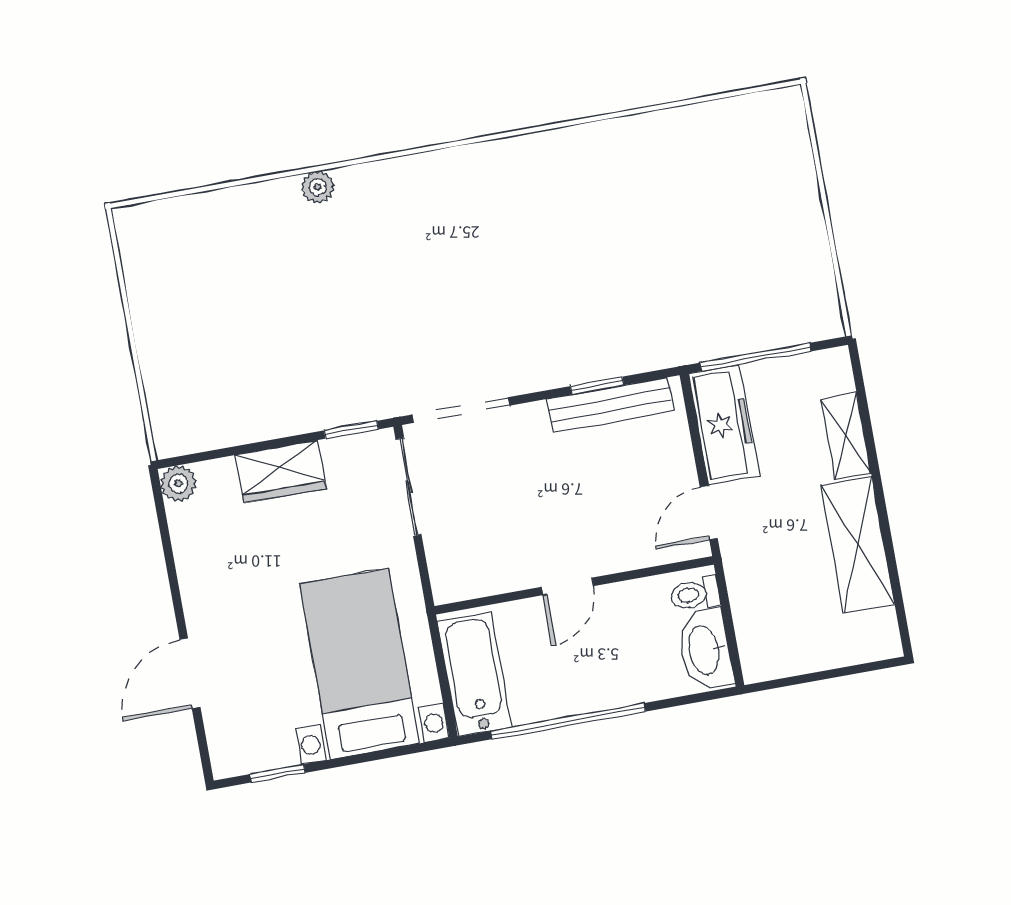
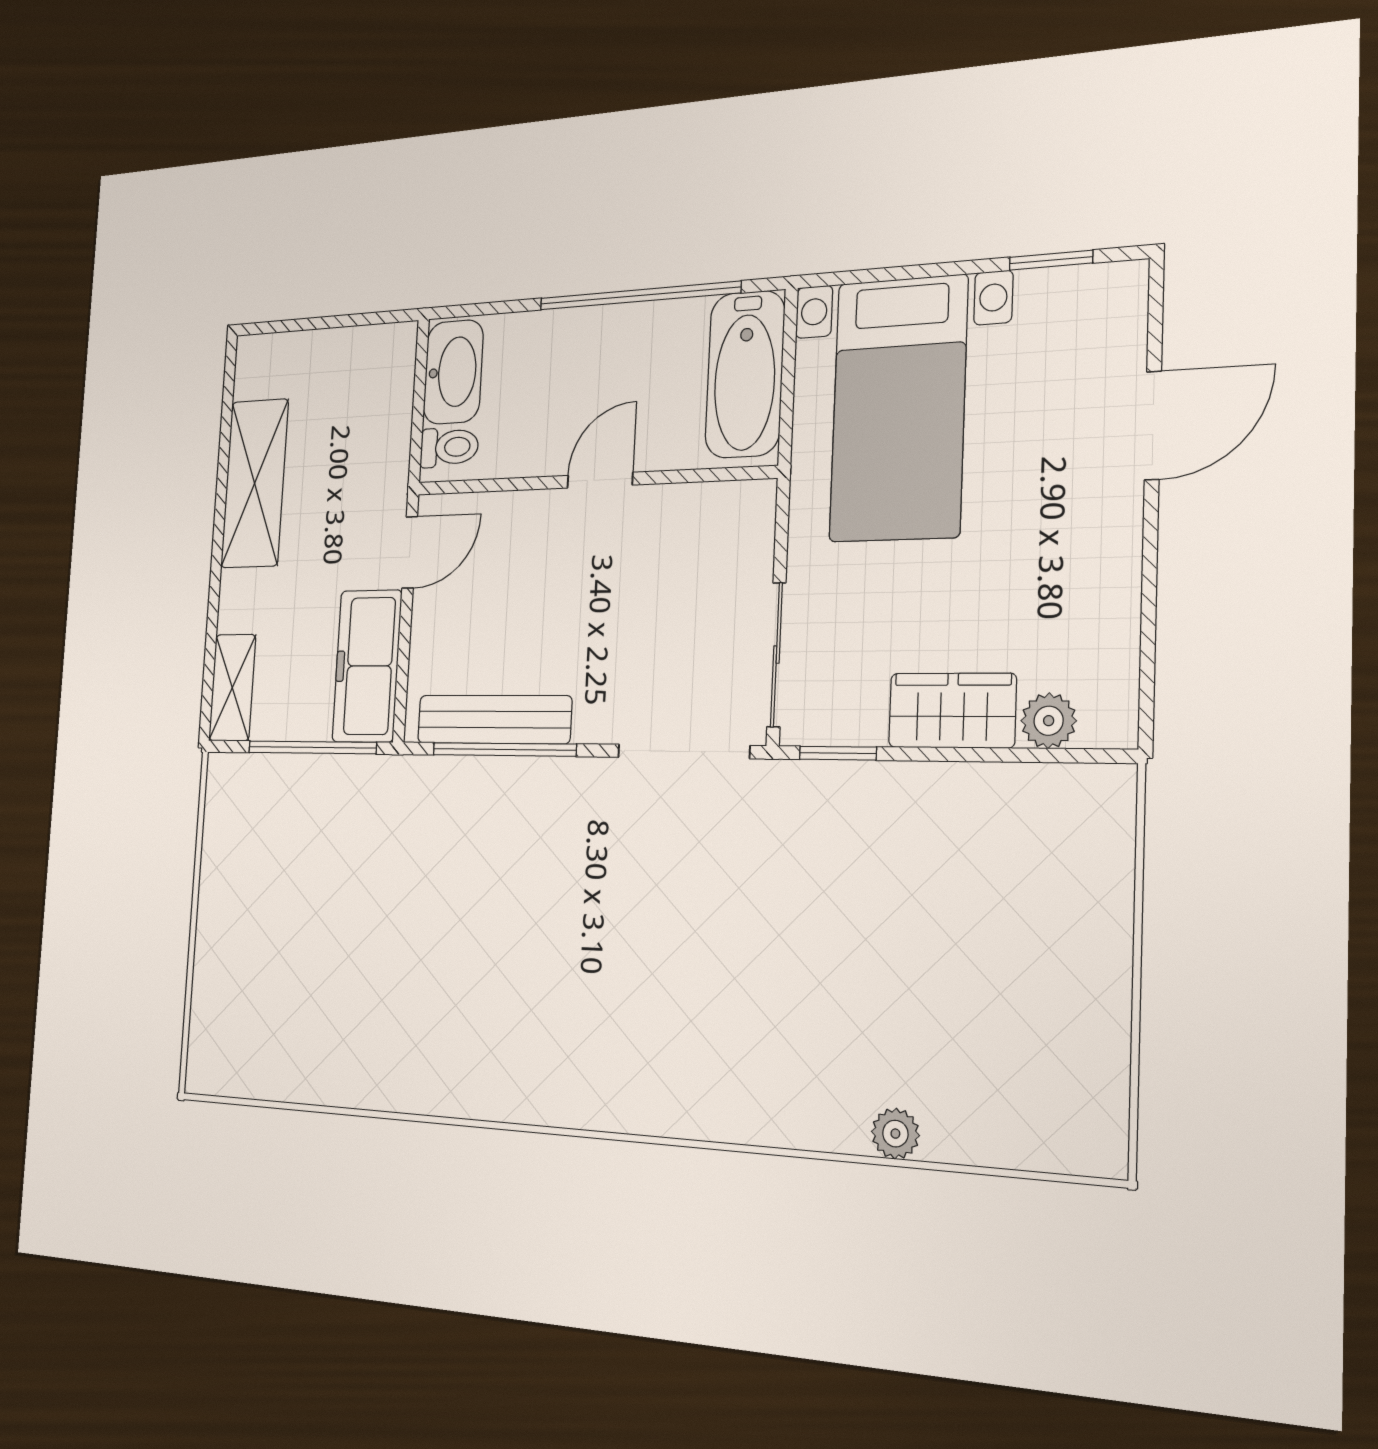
plant: (318, 187) -> (895, 1134), moved
window: (597, 386) -> (504, 750), width x2.17
shelving: (846, 436) -> (232, 688), moved
plant: (178, 483) -> (1049, 721), moved

